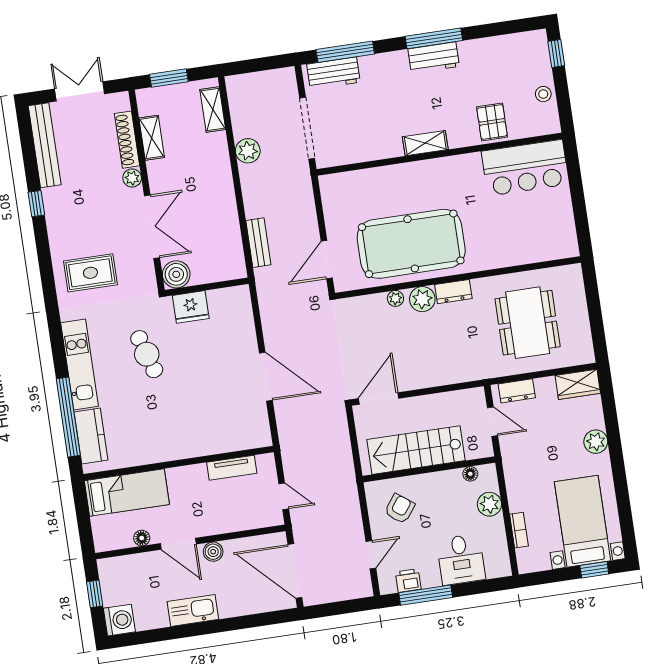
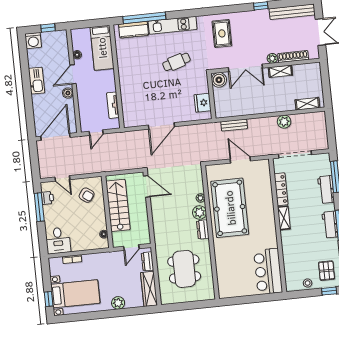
workbench: (333, 73) -> (326, 189), moved
window: (169, 78) -> (325, 81), removed
pallet: (492, 122) -> (327, 271), moved, turned 90
shelving: (152, 138) -> (280, 71), moved
locker: (373, 151) -> (281, 189), added
door: (327, 260) -> (240, 160), moved
fridge: (191, 307) -> (203, 103), moved
dining table: (528, 323) -> (184, 269), turned 90
wardrobe: (578, 384) -> (149, 289), width x1.50
plant: (489, 504) -> (87, 244), removed
desk: (461, 559) -> (58, 241), moved, turned -90

